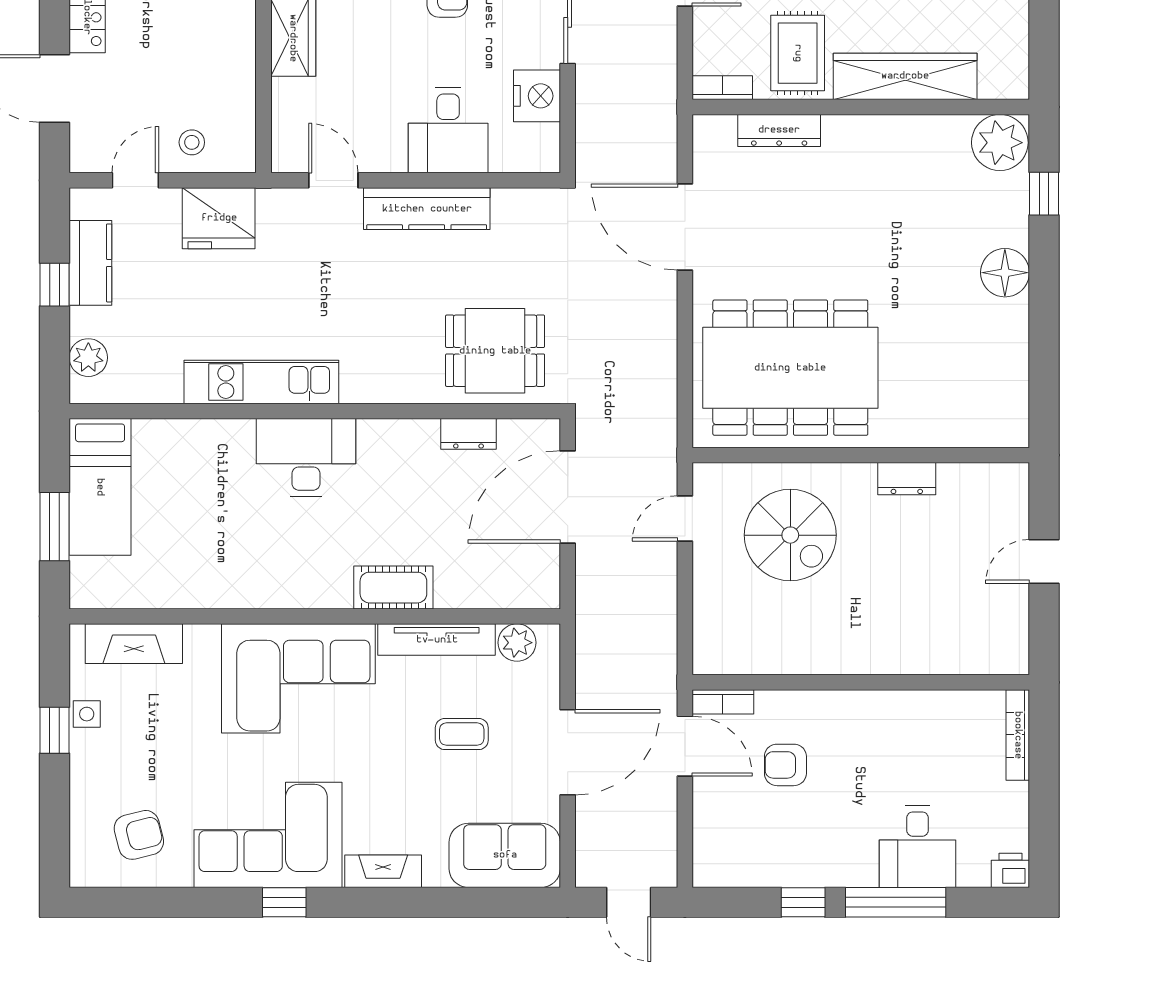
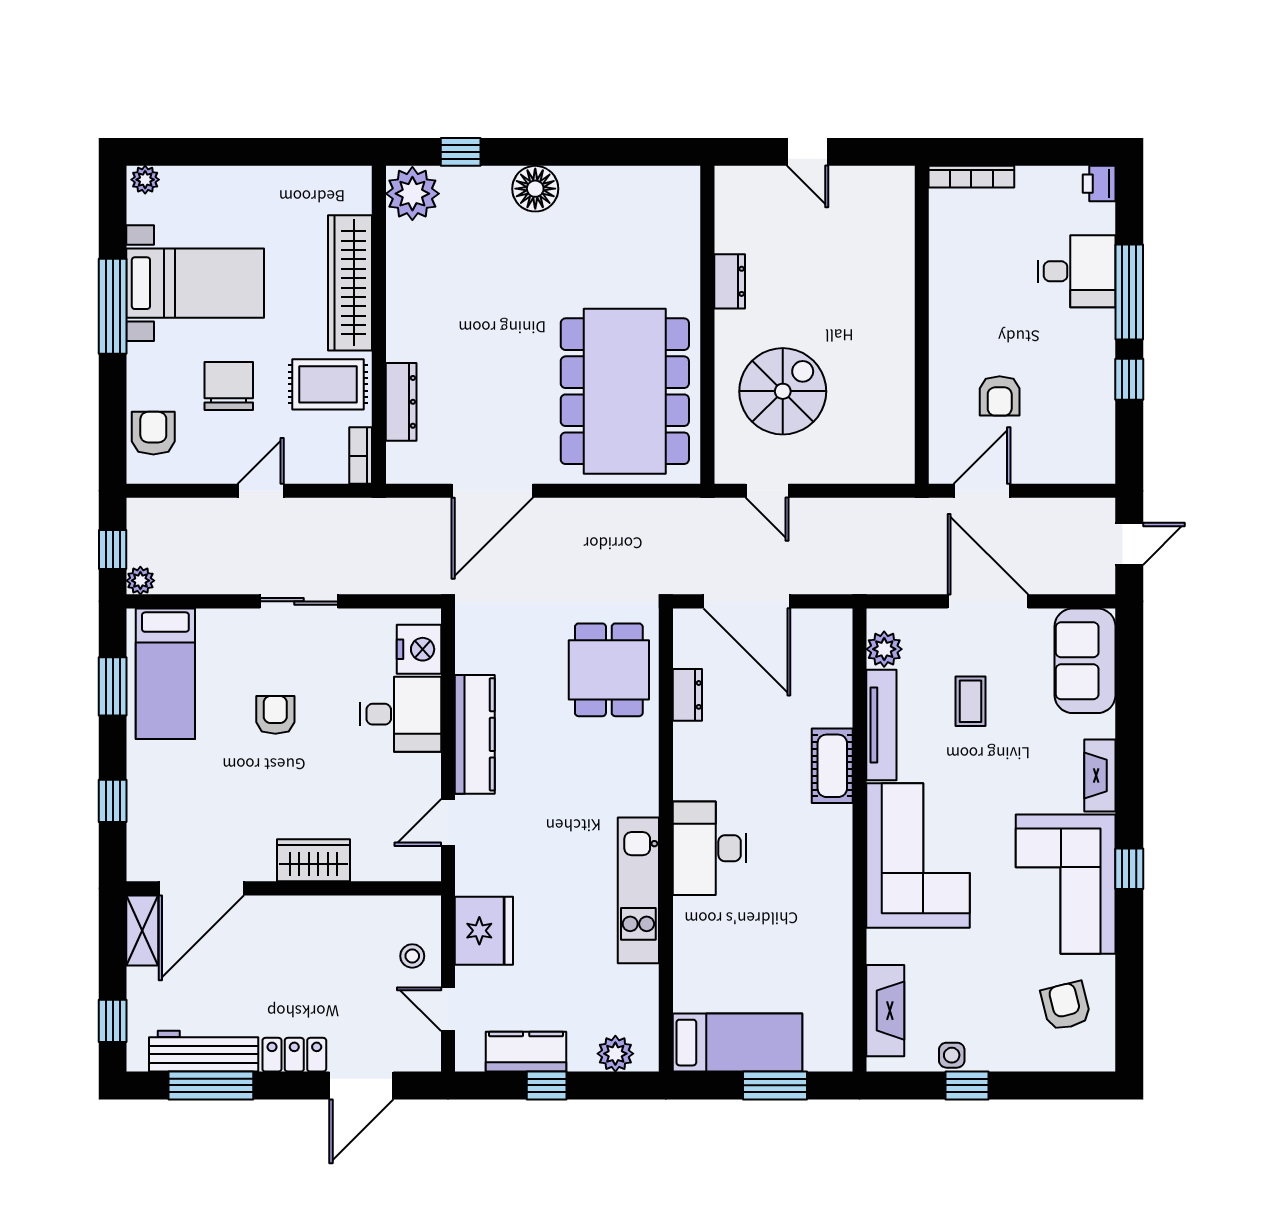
nightstand: (537, 96) -> (419, 649), moved, turned 90
bookcase: (723, 702) -> (940, 455), removed

